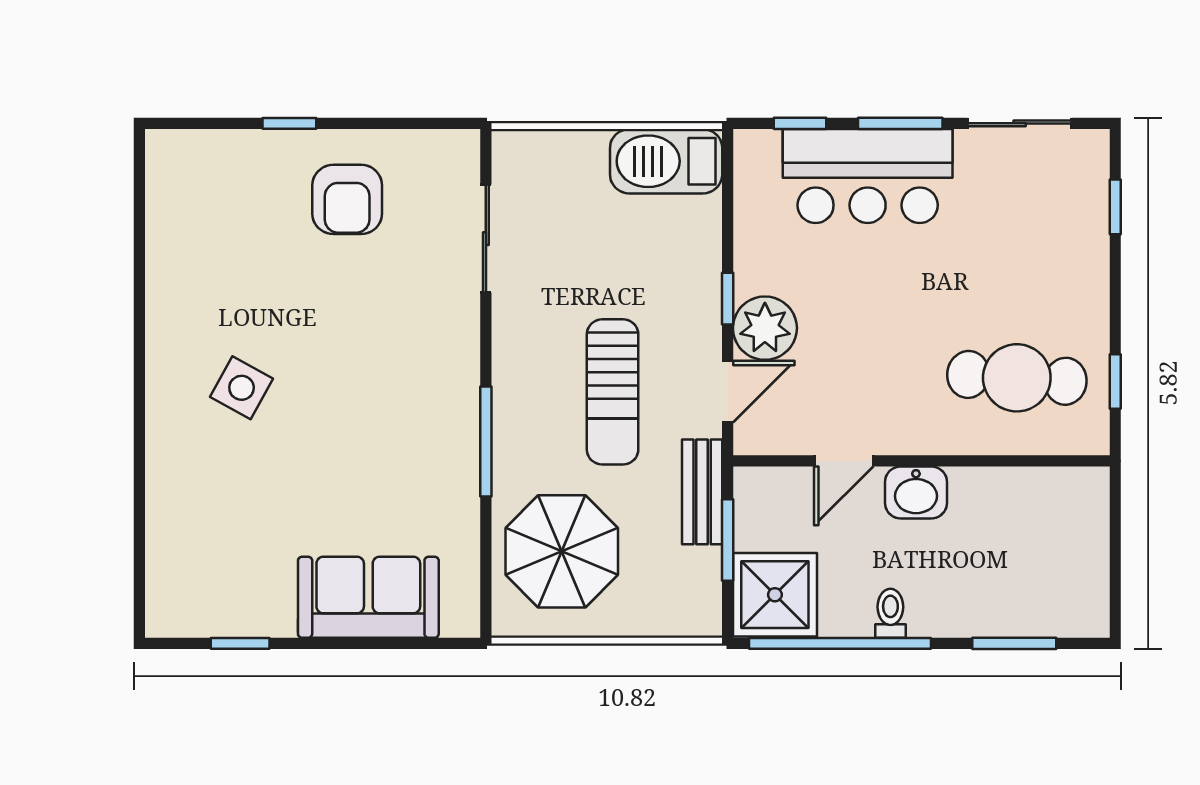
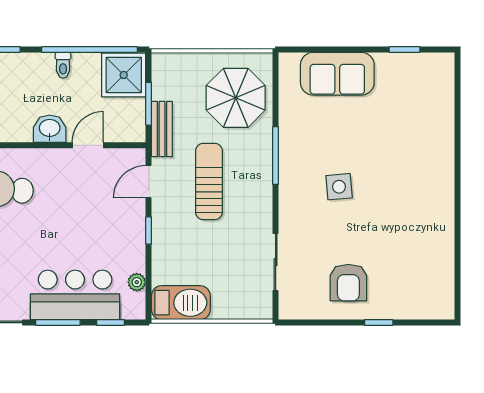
armchair: (347, 199) -> (348, 283), turned 180
plant: (765, 328) -> (137, 282), moved, width x0.53, depth x0.53
side table: (242, 388) -> (339, 187), moved, turned -34

